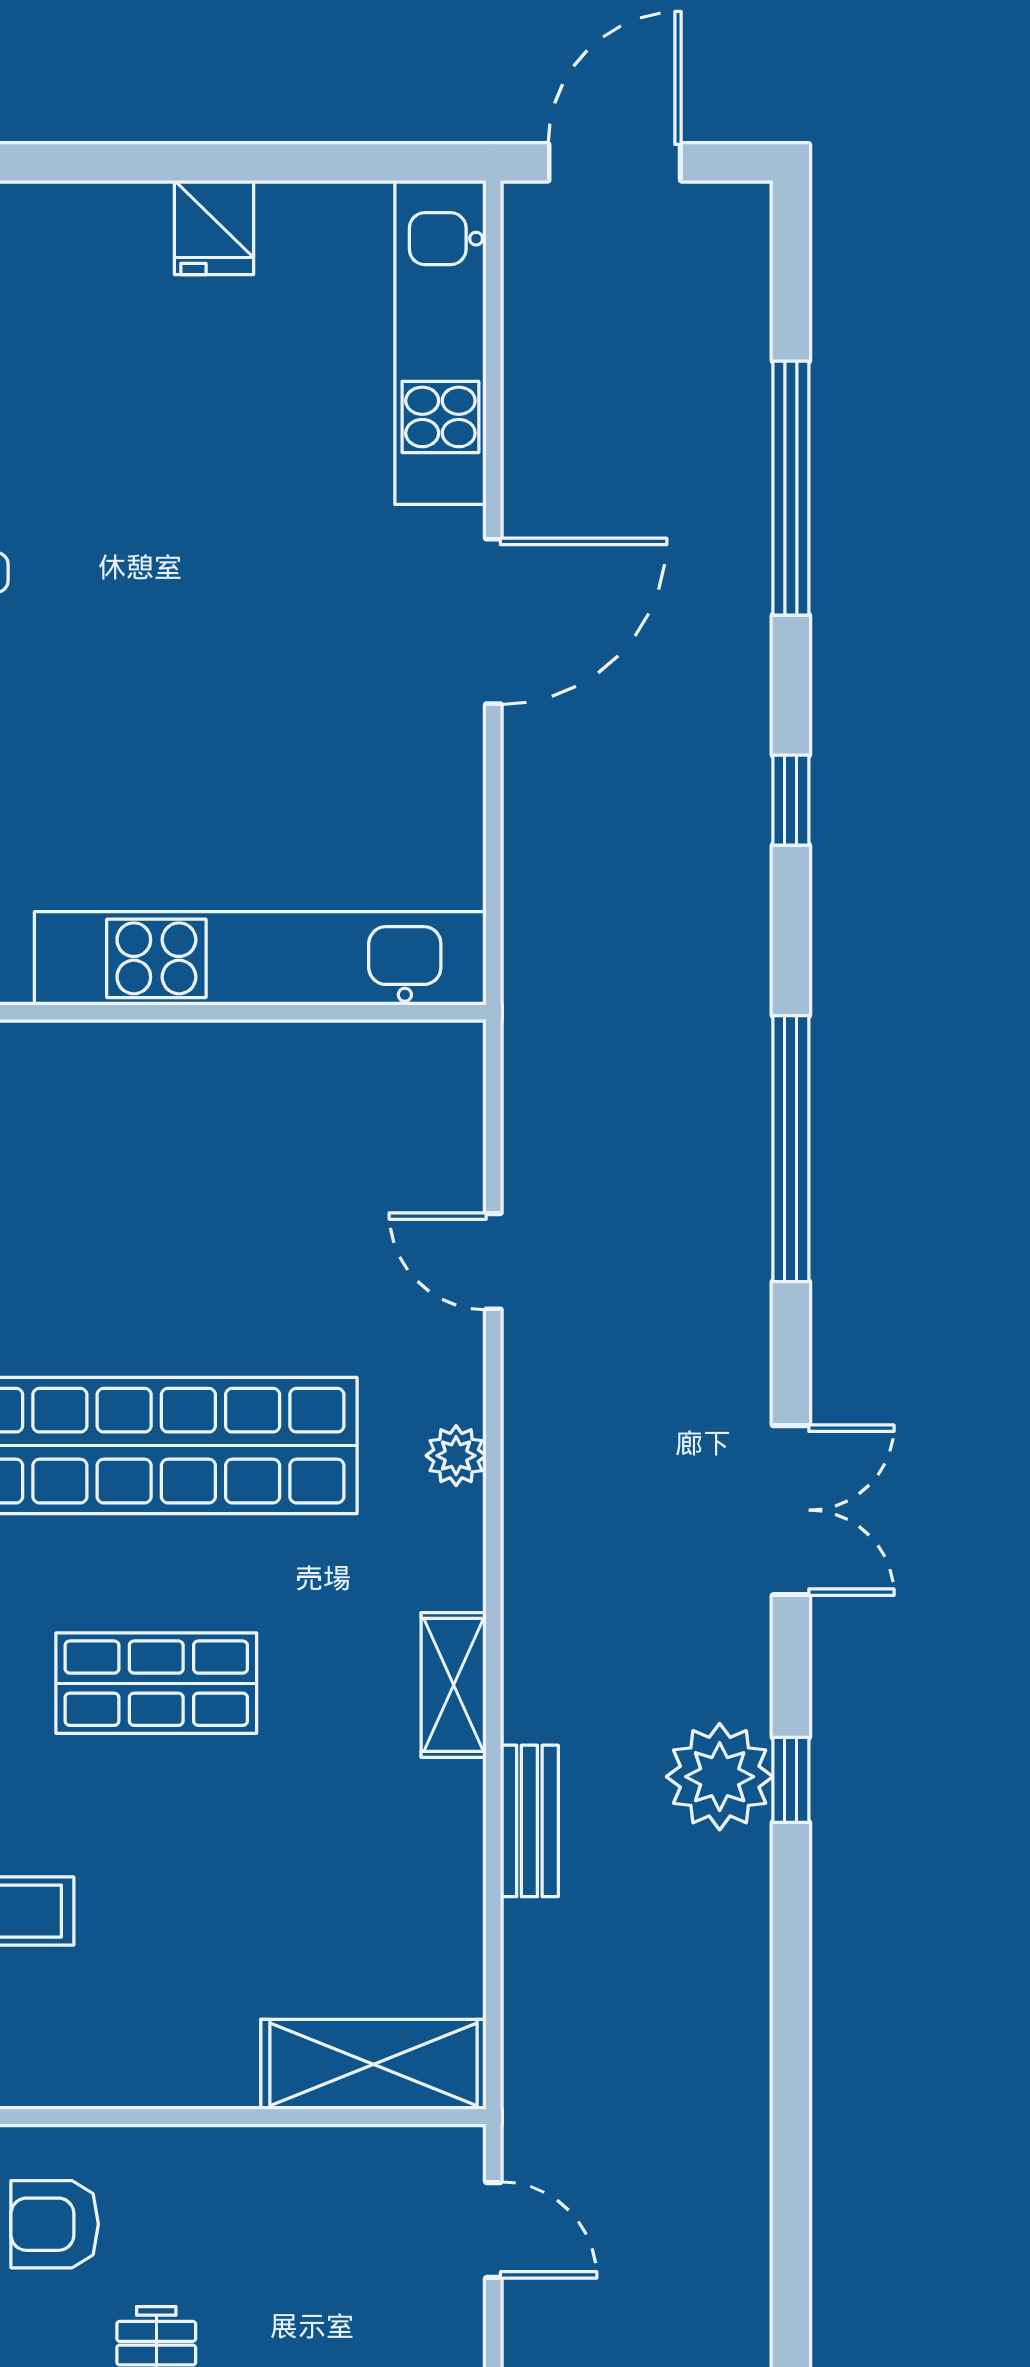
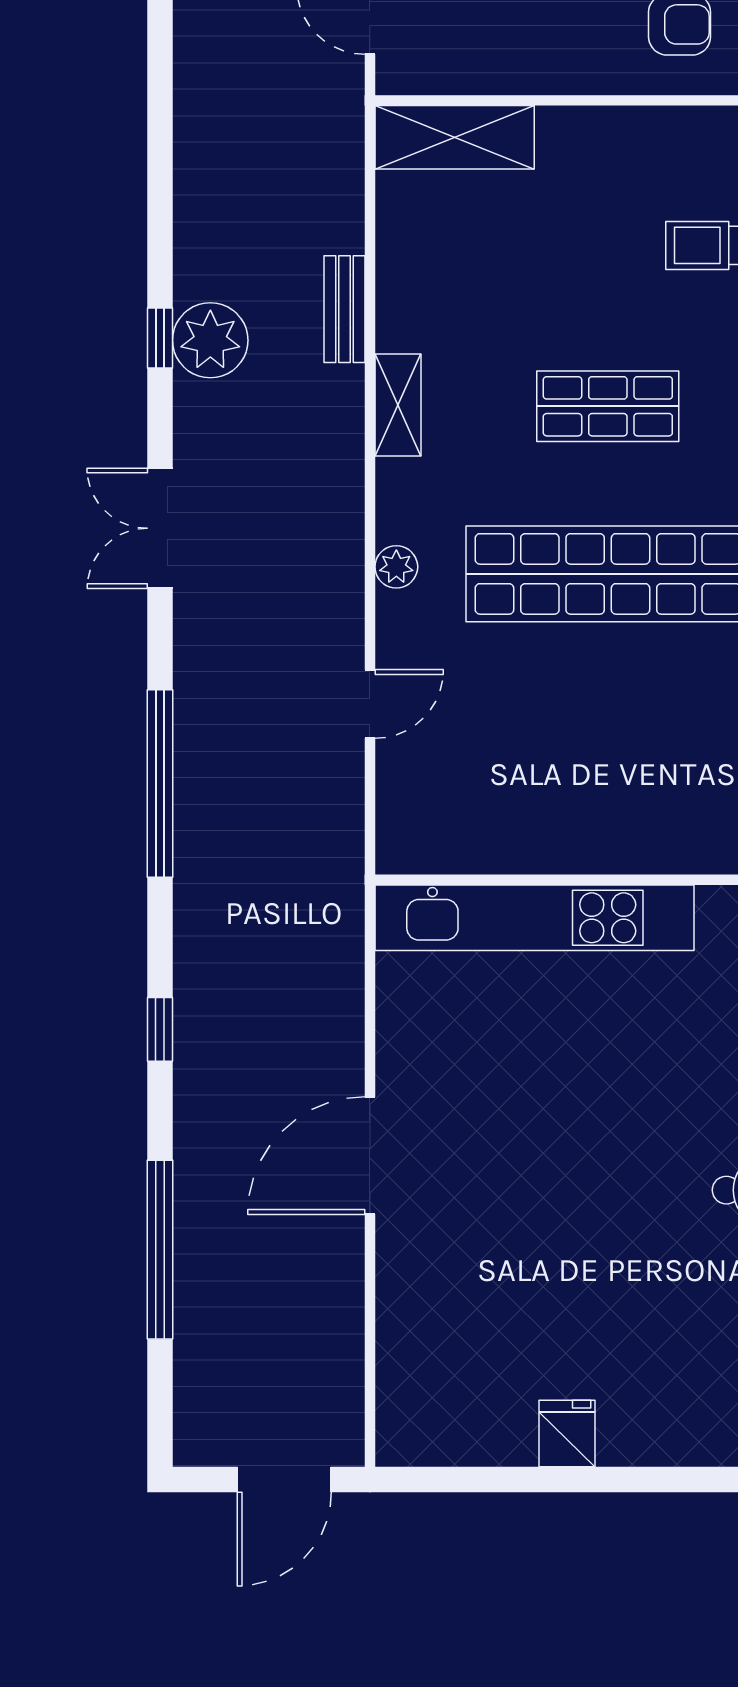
kitchen unit: (440, 342) -> (407, 1352), removed
door: (493, 1261) -> (370, 704), hinge flipped

